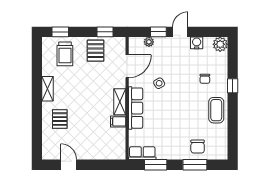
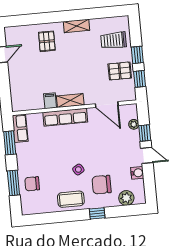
window: (60, 32) -> (137, 55), moved
plant: (220, 44) -> (126, 198), moved
chair: (205, 79) -> (102, 185), width x1.87, depth x1.87
side table: (159, 83) -> (78, 170), moved
pallet: (60, 119) -> (47, 41), turned 90

